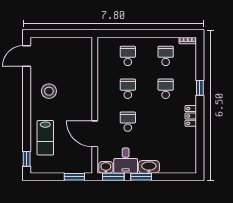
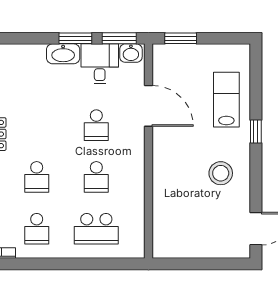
school desk: (128, 56) -> (96, 229), width x1.85
window: (27, 159) -> (256, 132), moved

